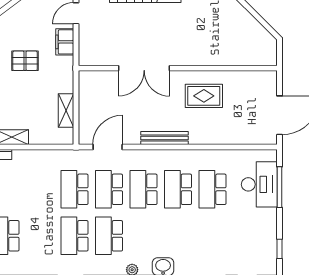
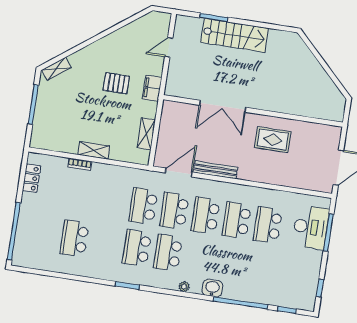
filing cabinet: (65, 42) -> (152, 88), moved
bench: (164, 138) -> (215, 170), moved

